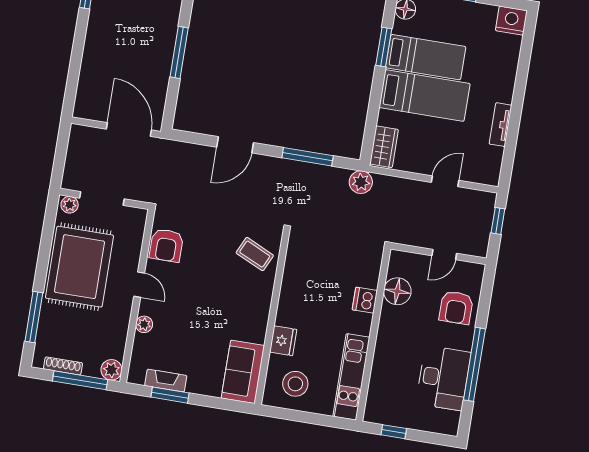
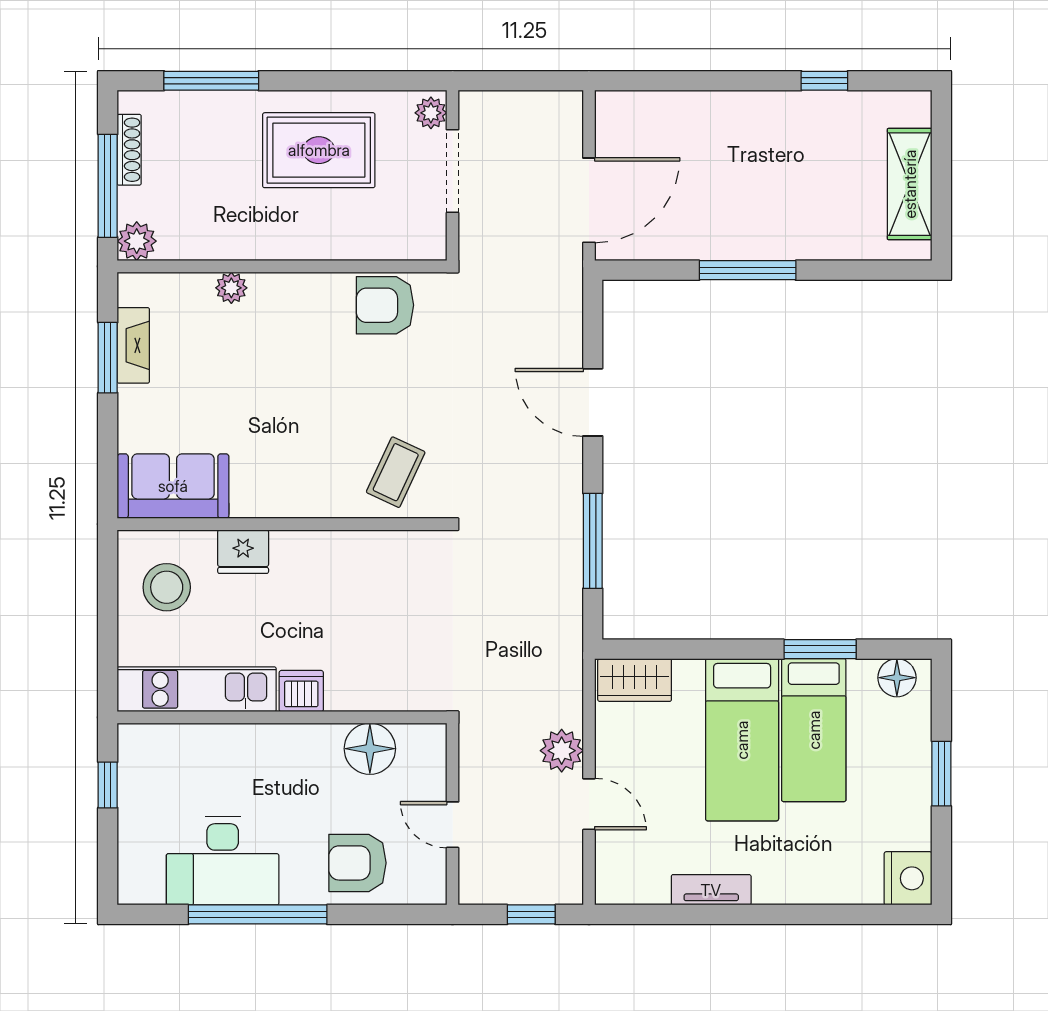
plant: (361, 182) -> (562, 751), moved
rug: (79, 267) -> (319, 150), width x0.73, depth x0.69
door: (139, 285) -> (304, 266), removed
dishwasher: (365, 300) -> (301, 691), moved

